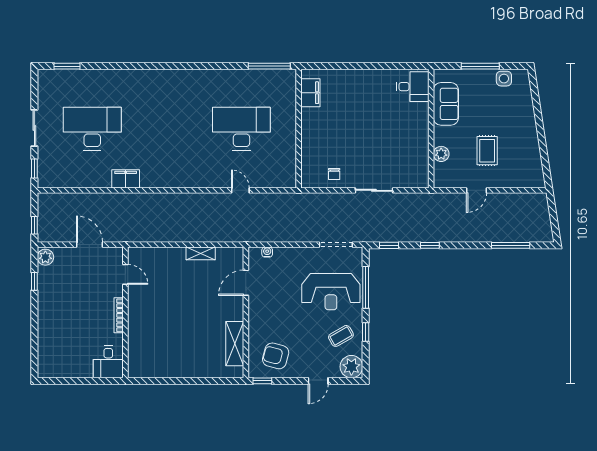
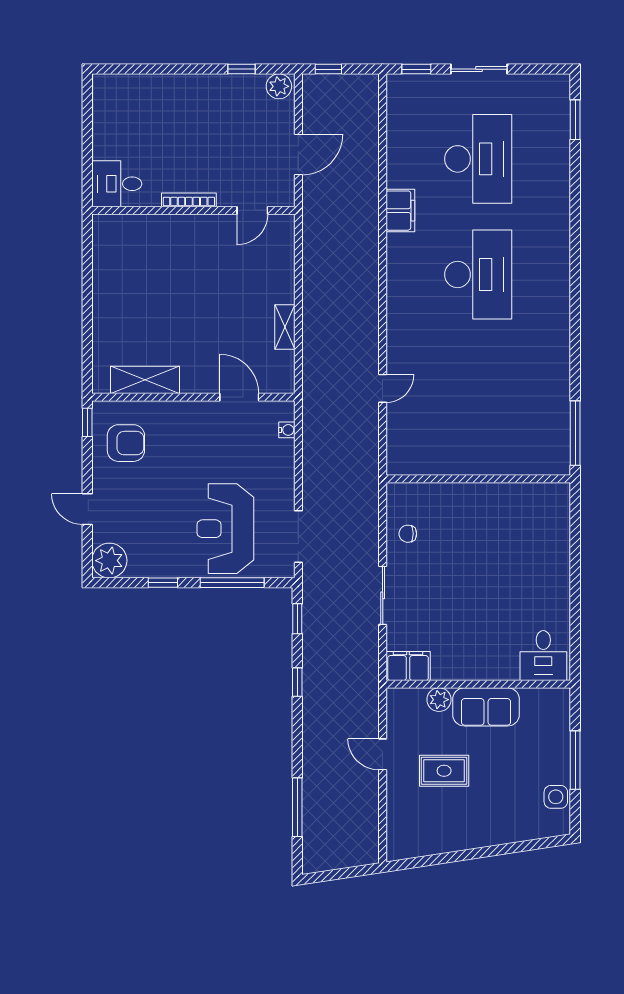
filing cabinet: (310, 93) -> (408, 666), moved, turned 180
sofa: (446, 104) -> (486, 707), moved
desk: (241, 129) -> (478, 274), moved
coffee table: (341, 336) -> (157, 544), removed
armchair: (276, 356) -> (126, 443), turned 75

